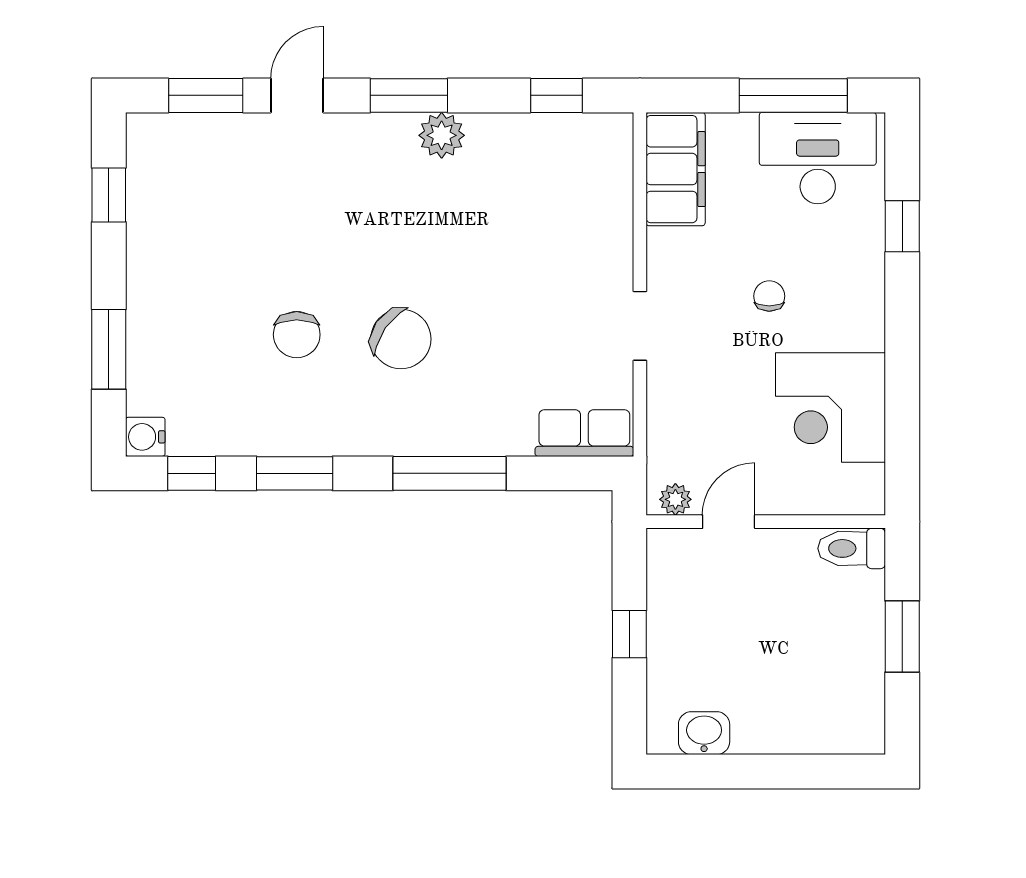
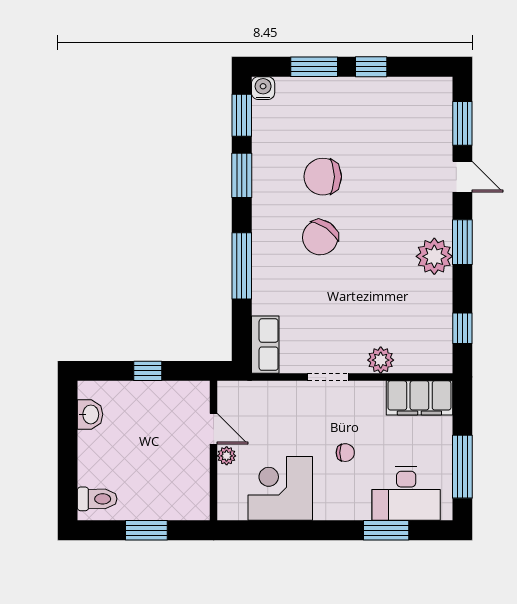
plant: (442, 135) -> (434, 256), width x1.36, depth x1.36
desk: (818, 158) -> (406, 494), moved, turned 90
window: (109, 195) -> (371, 67), moved
window: (902, 226) -> (386, 530), width x1.50
plant: (611, 235) -> (381, 360), added
chair: (297, 335) -> (323, 177), width x1.37, depth x1.37
window: (192, 473) -> (242, 115), width x1.50
plant: (675, 499) -> (227, 456), moved
toilet: (852, 548) -> (97, 499), moved, turned 90

